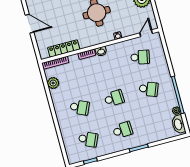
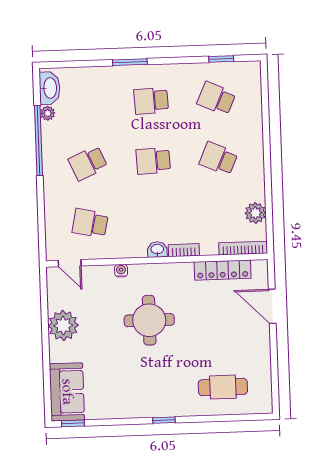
door: (30, 24) -> (272, 306), moved
door: (146, 33) -> (70, 263), hinge flipped
school desk: (149, 89) -> (88, 163), turned -45

